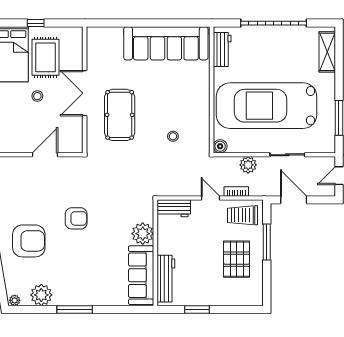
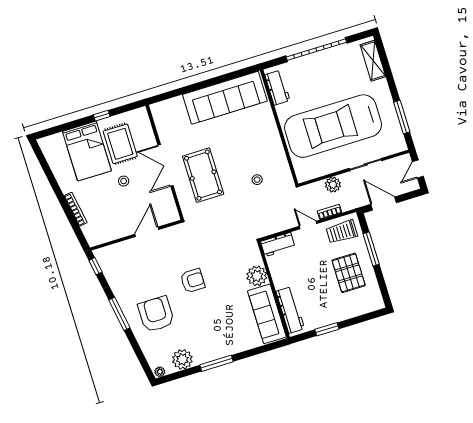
boiler: (220, 146) -> (302, 176), removed
armchair: (29, 241) -> (156, 314), turned -90

